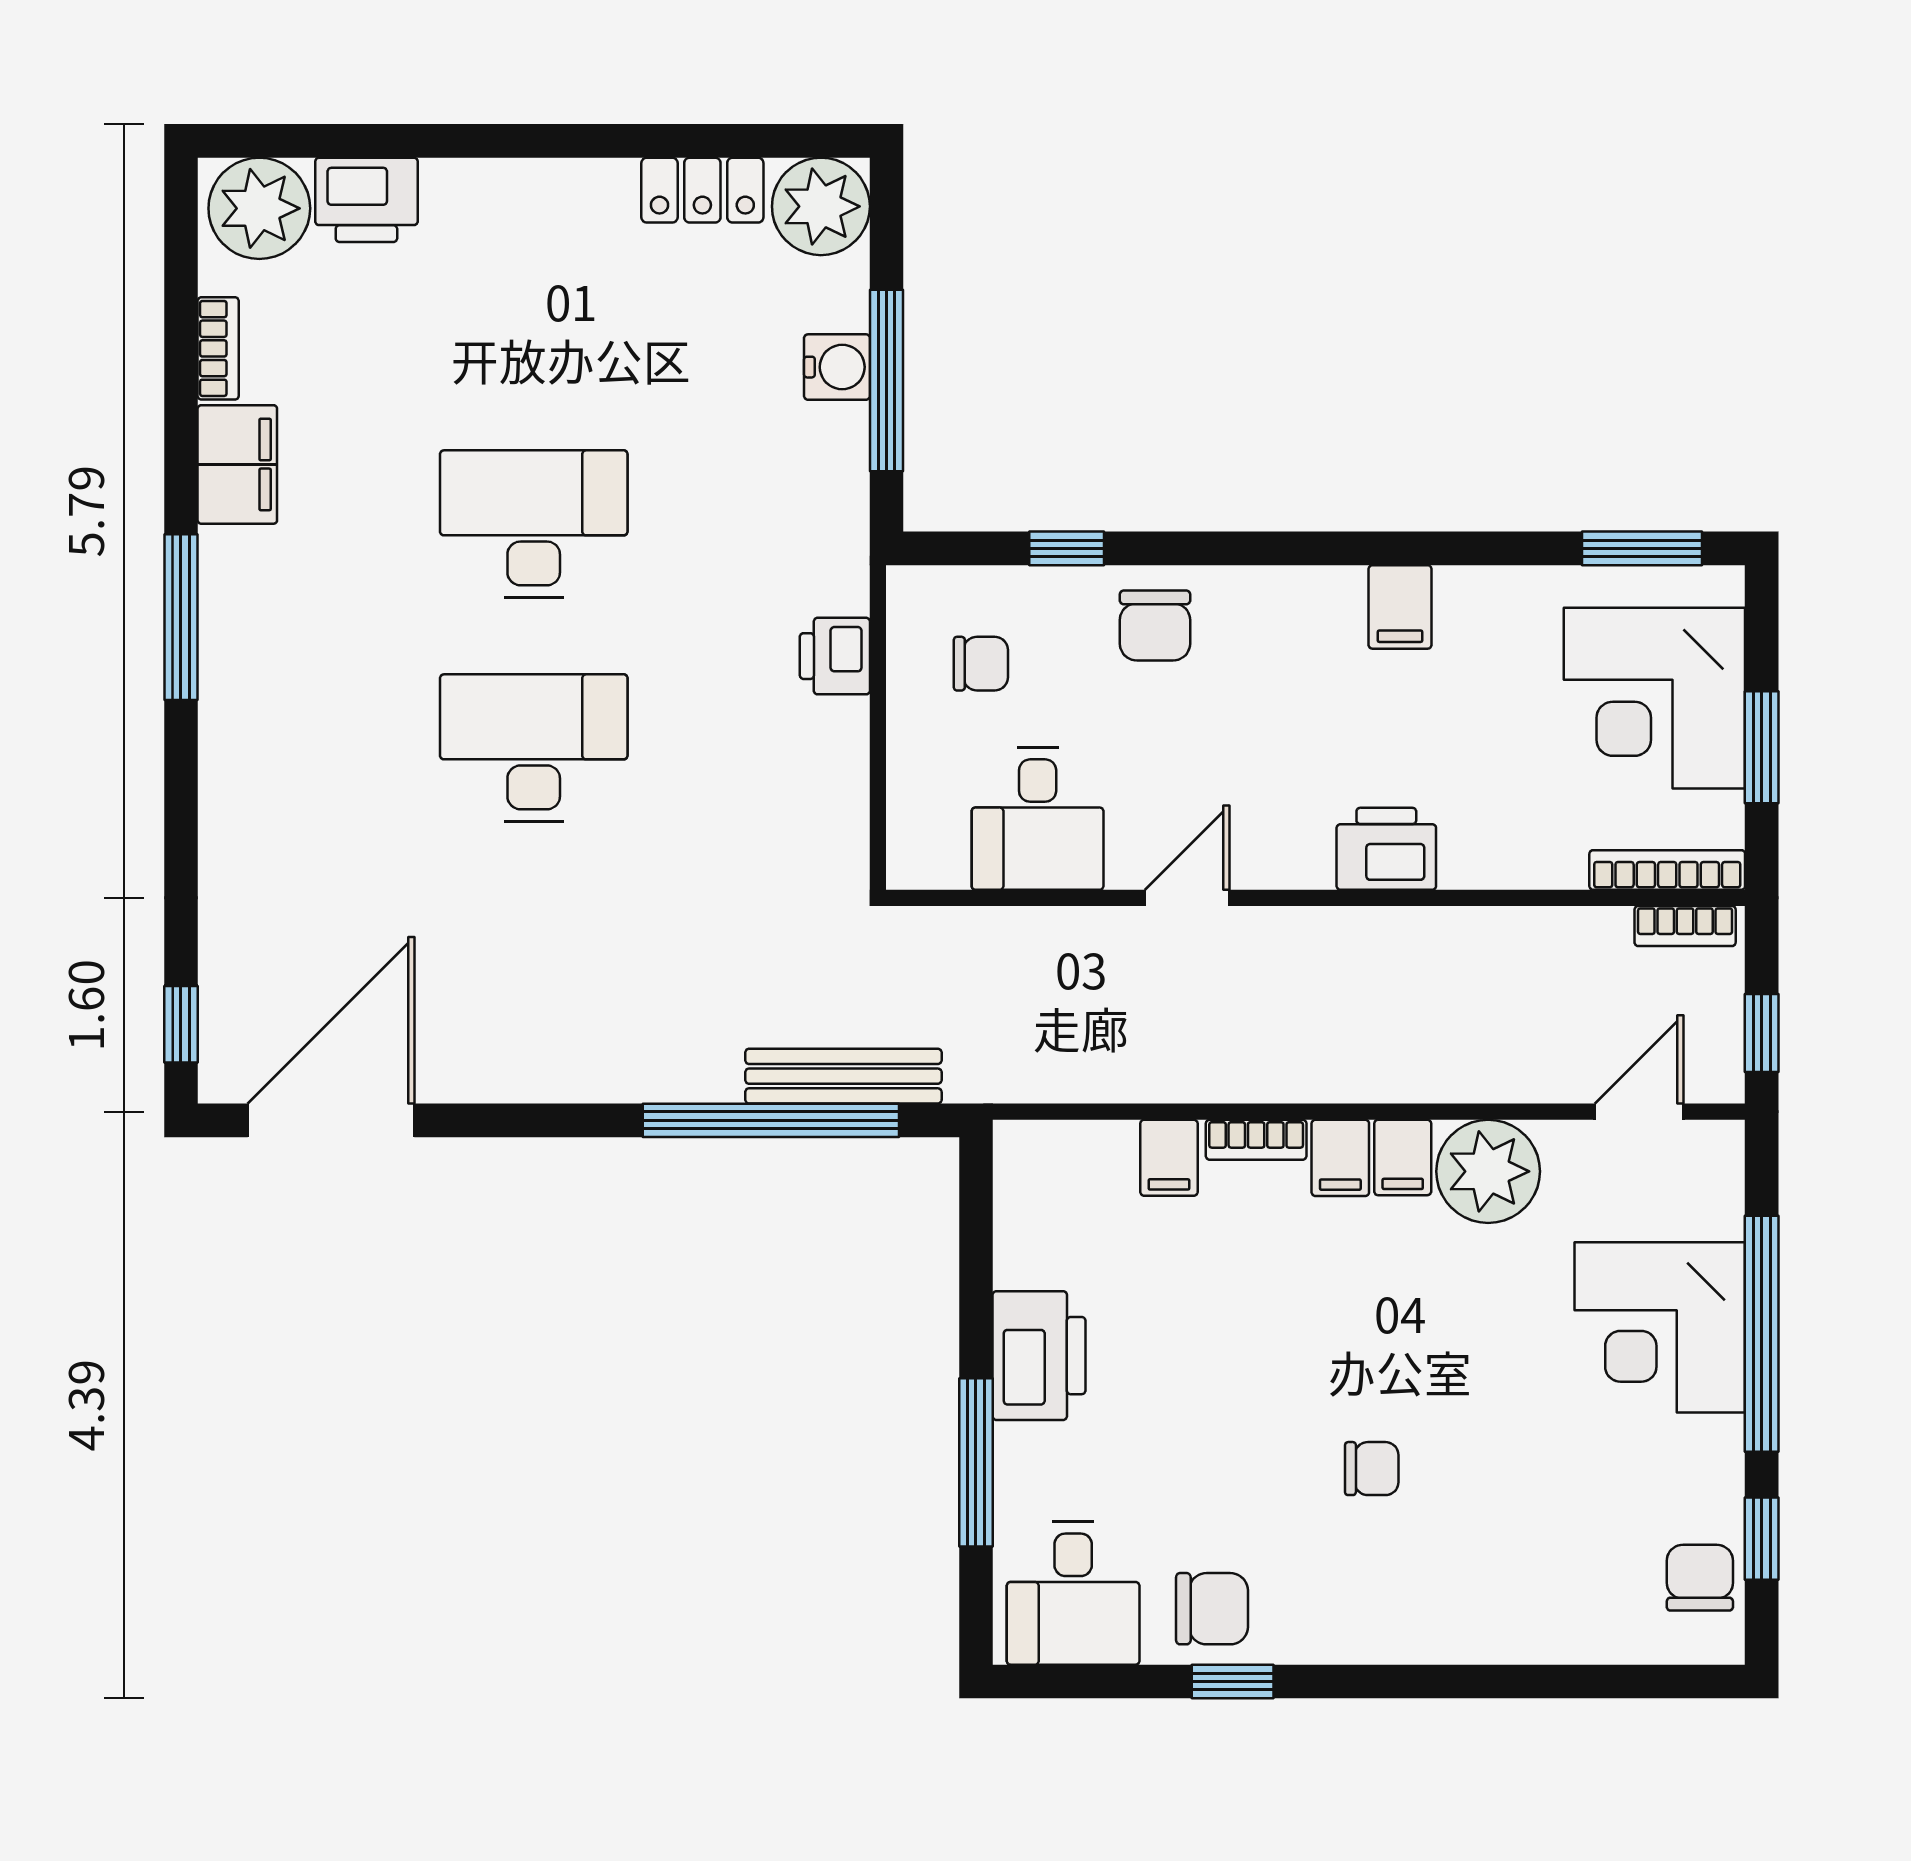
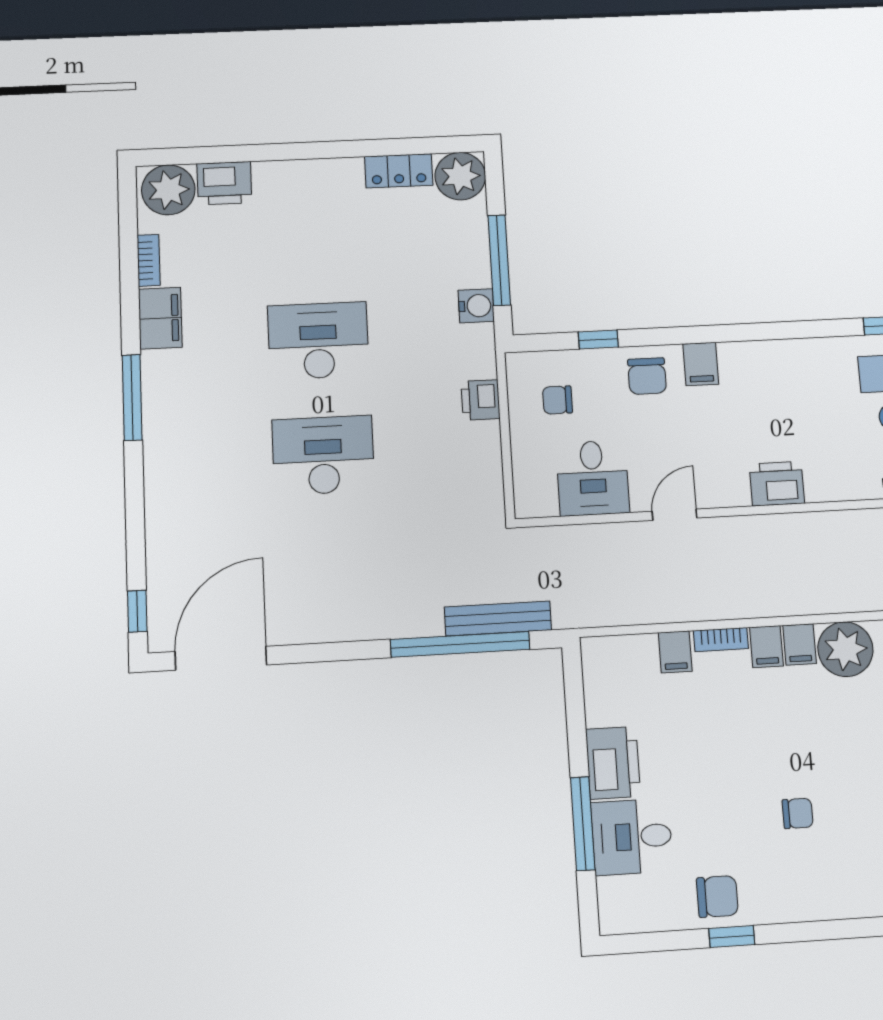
water cooler: (837, 367) -> (476, 306), moved
filing cabinet: (1400, 607) -> (701, 364), moved
chair: (981, 664) -> (557, 400), turned 180
desk: (1073, 1593) -> (632, 837), moved, turned 90

